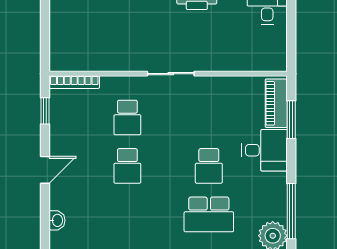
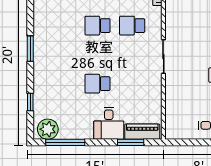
school desk: (209, 214) -> (63, 84), removed

